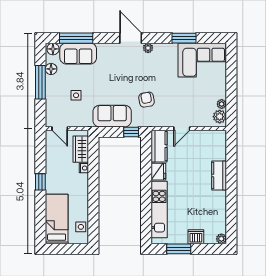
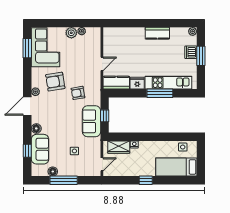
window: (76, 38) -> (27, 151), width x0.46
window: (184, 38) -> (27, 48), moved
floor lamp: (53, 49) -> (36, 128), moved
armchair: (160, 72) -> (55, 82), added
plant: (220, 117) -> (71, 33), moved
door: (182, 129) -> (102, 64), hinge flipped
window: (131, 132) -> (105, 116), moved
kitchen counter: (219, 176) -> (157, 33), moved
window: (146, 199) -> (160, 93), added
window: (179, 249) -> (201, 56), moved

